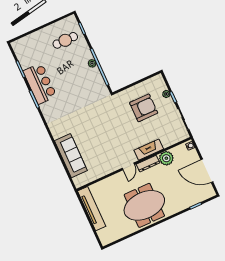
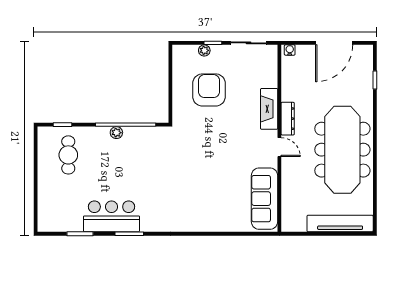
sofa: (71, 156) -> (265, 199), moved, turned -90
plant: (166, 158) -> (292, 90), removed
meeting table: (144, 205) -> (342, 150), width x1.36
tv unit: (92, 209) -> (340, 223), moved

